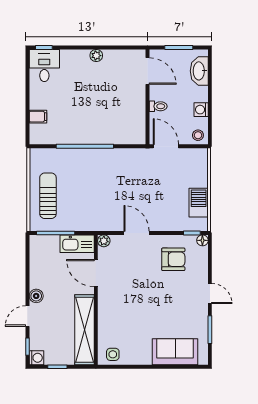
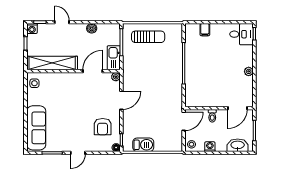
boiler: (36, 296) -> (92, 28), moved
sofa: (175, 352) -> (36, 128), width x1.36

